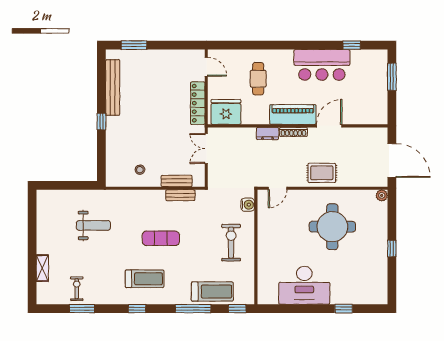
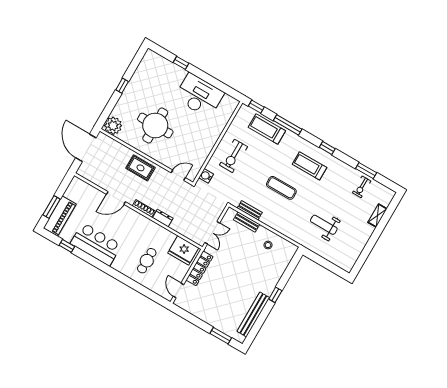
piano: (293, 114) -> (60, 216), moved, turned -90
plant: (382, 195) -> (113, 126), width x1.88, depth x1.88

